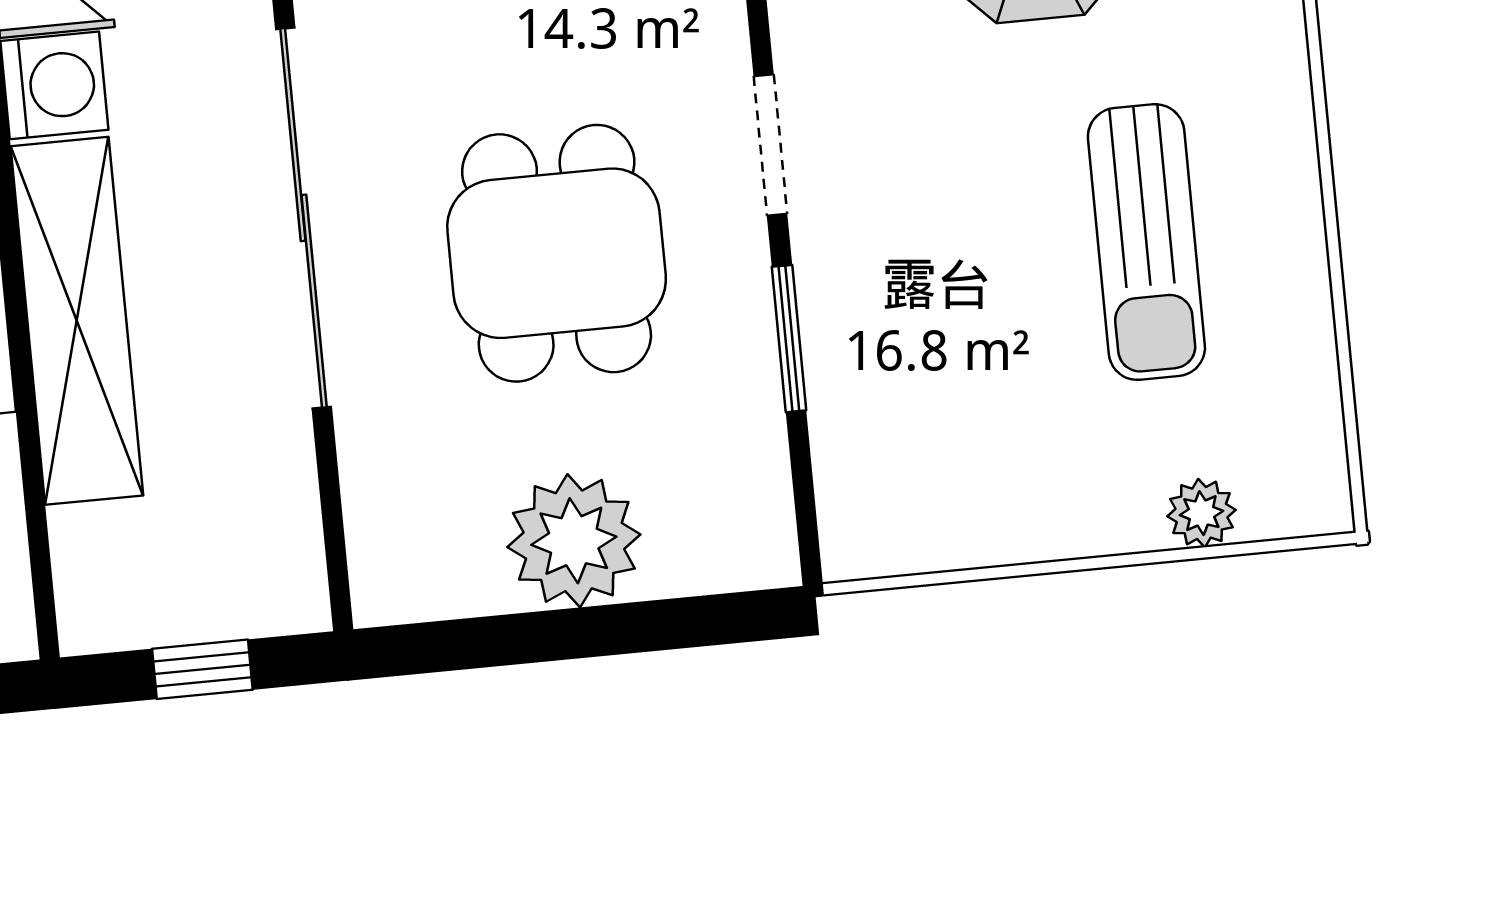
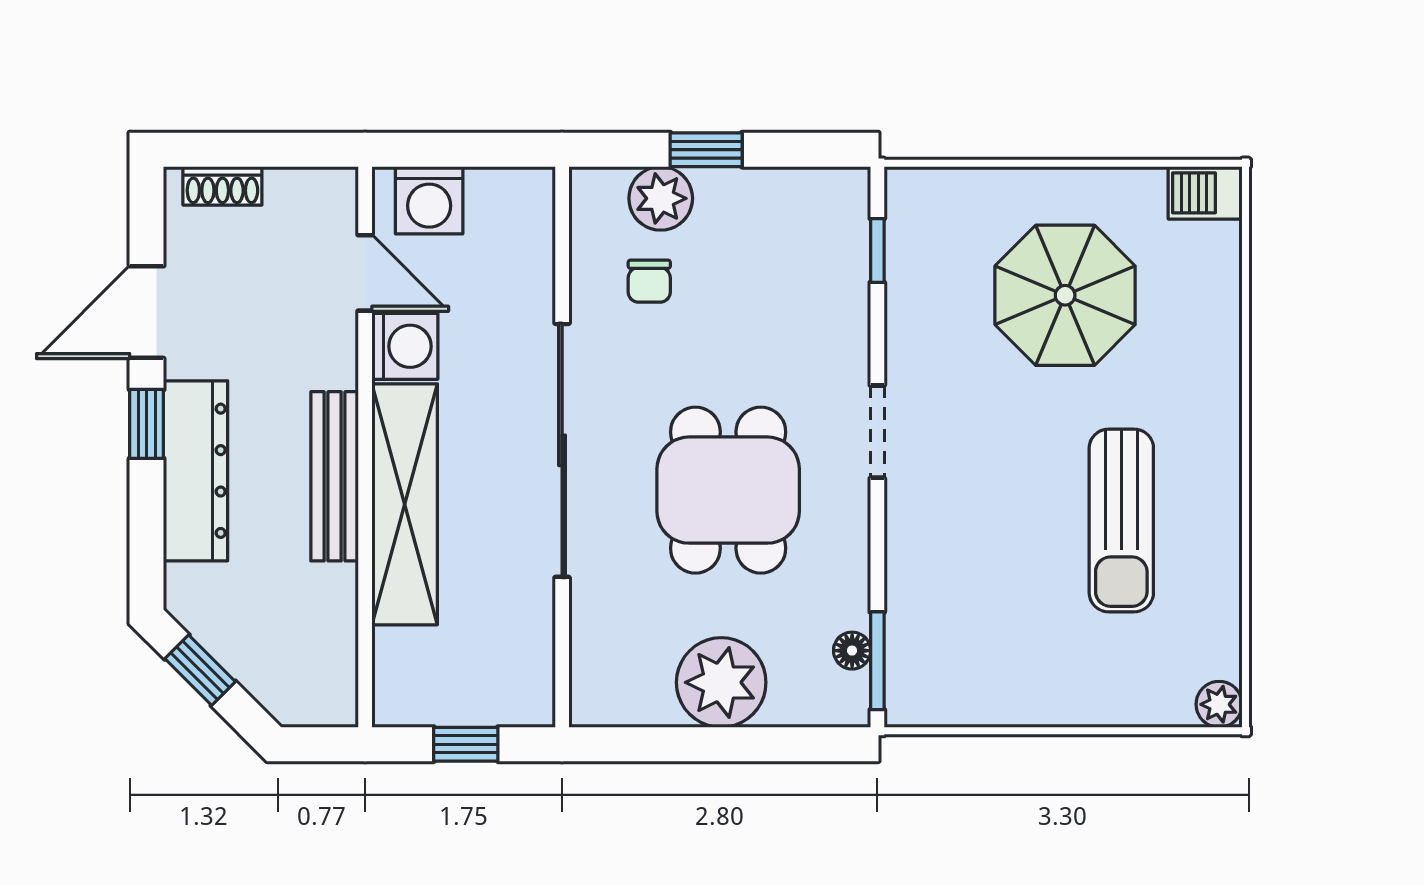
window: (789, 339) -> (877, 661), moved
floor lamp: (764, 474) -> (852, 651), added
plant: (1201, 513) -> (1219, 704), moved

